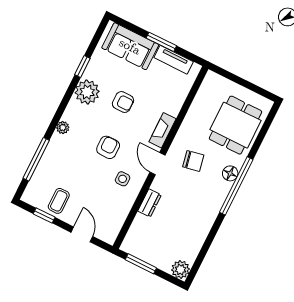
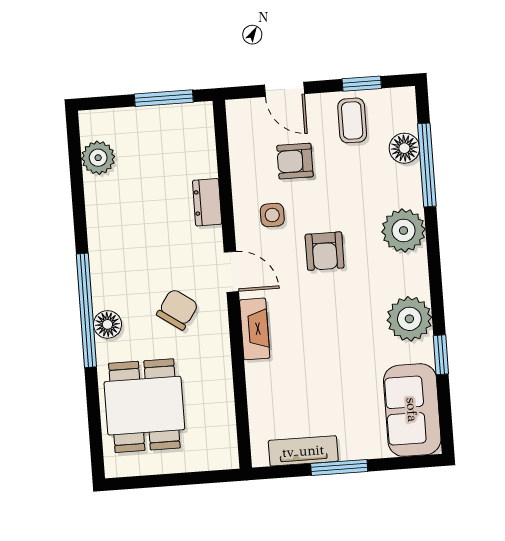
sofa: (130, 46) -> (412, 410), moved, turned -90
armchair: (123, 102) -> (295, 161), moved
plant: (63, 128) -> (404, 231), width x1.87, depth x1.87
chair: (193, 161) -> (177, 309), turned 136
floor lamp: (42, 173) -> (404, 148), added
plant: (181, 270) -> (98, 158), moved

